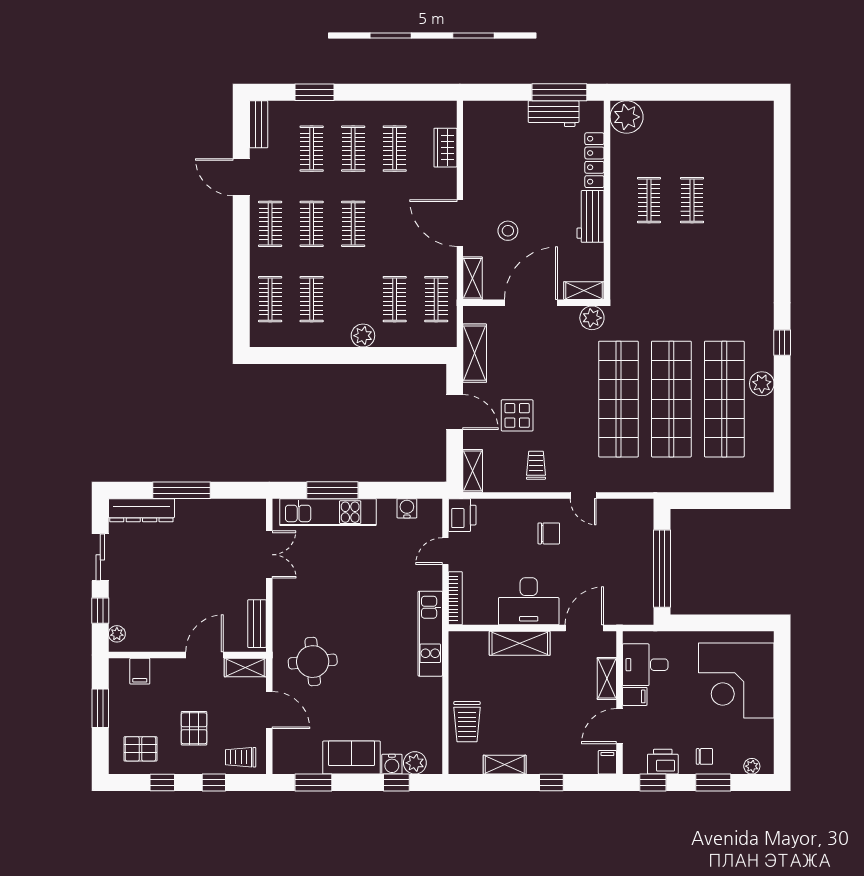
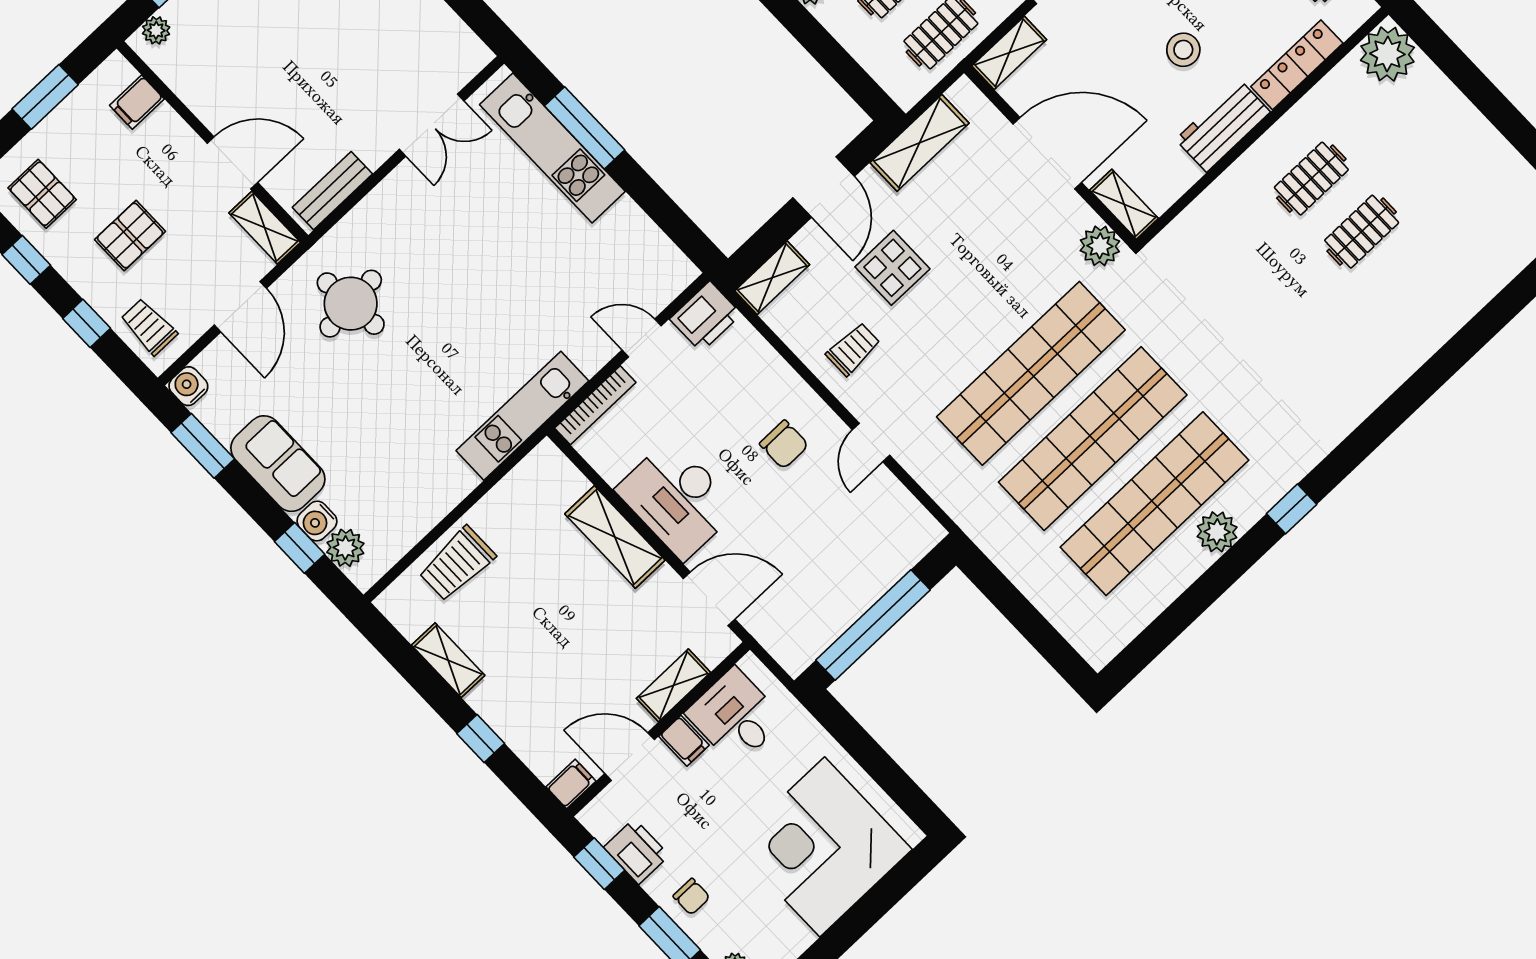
stool: (508, 231) -> (1183, 50), moved
water cooler: (407, 508) -> (188, 386), moved, turned -90

